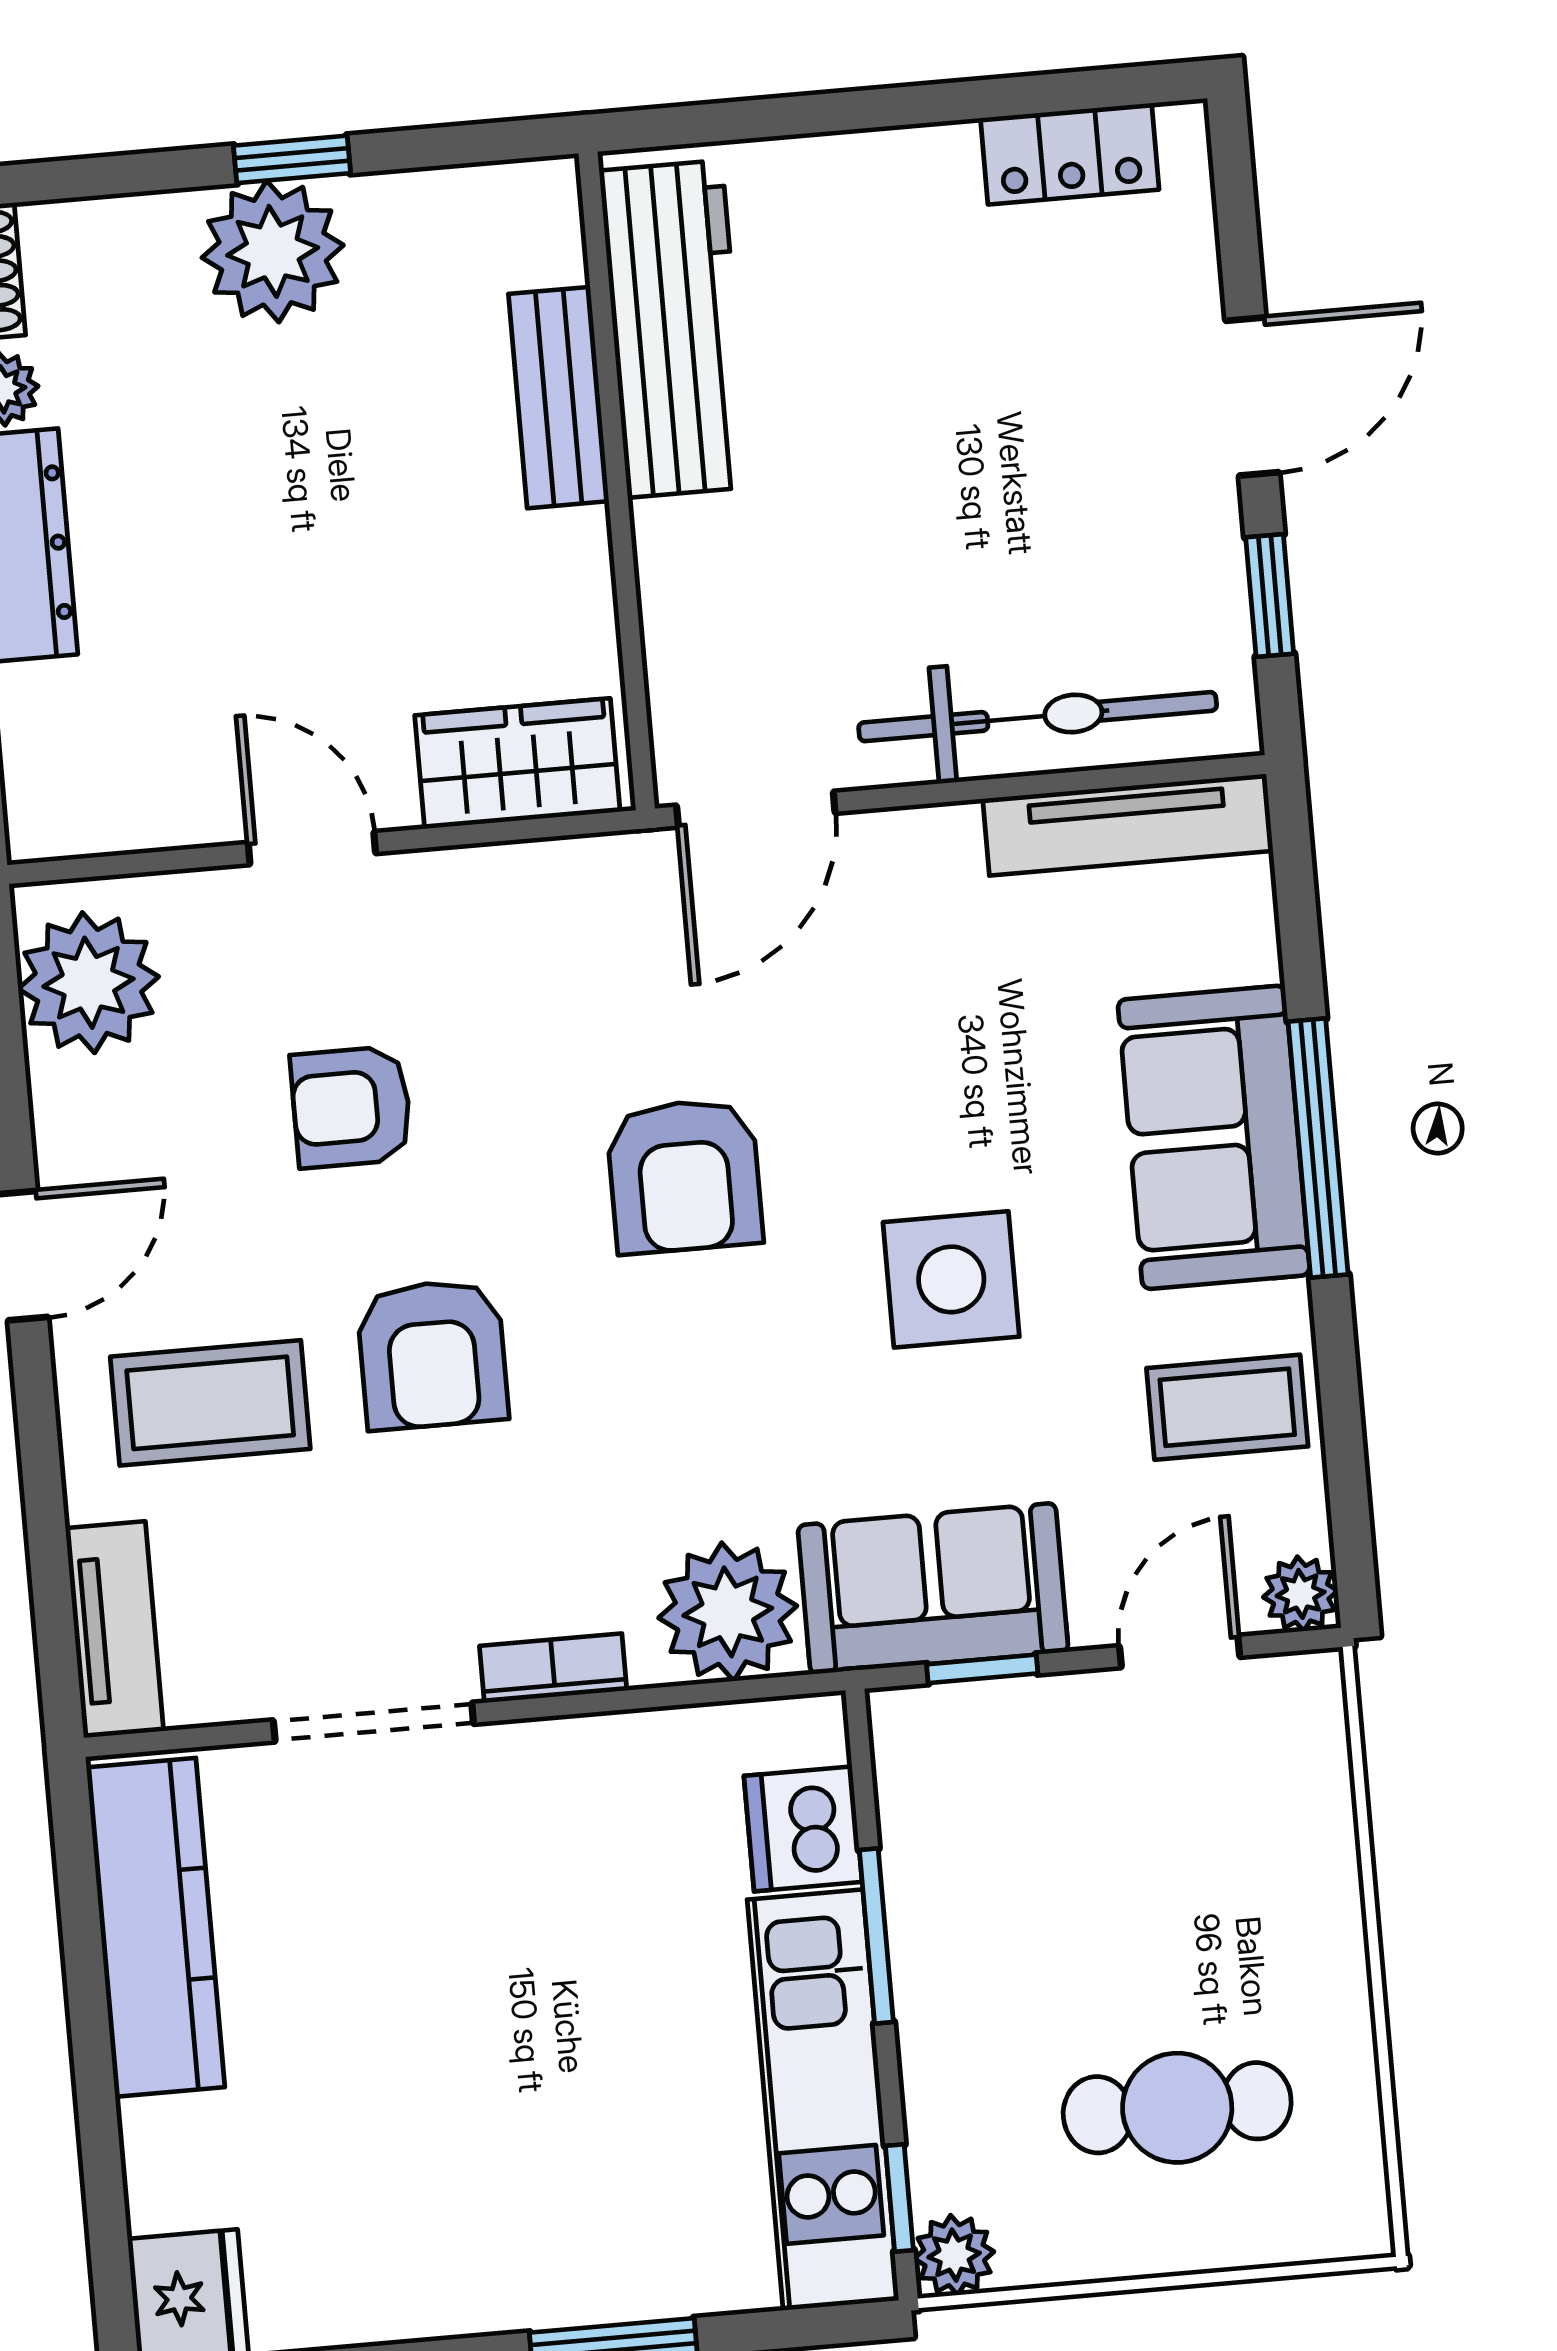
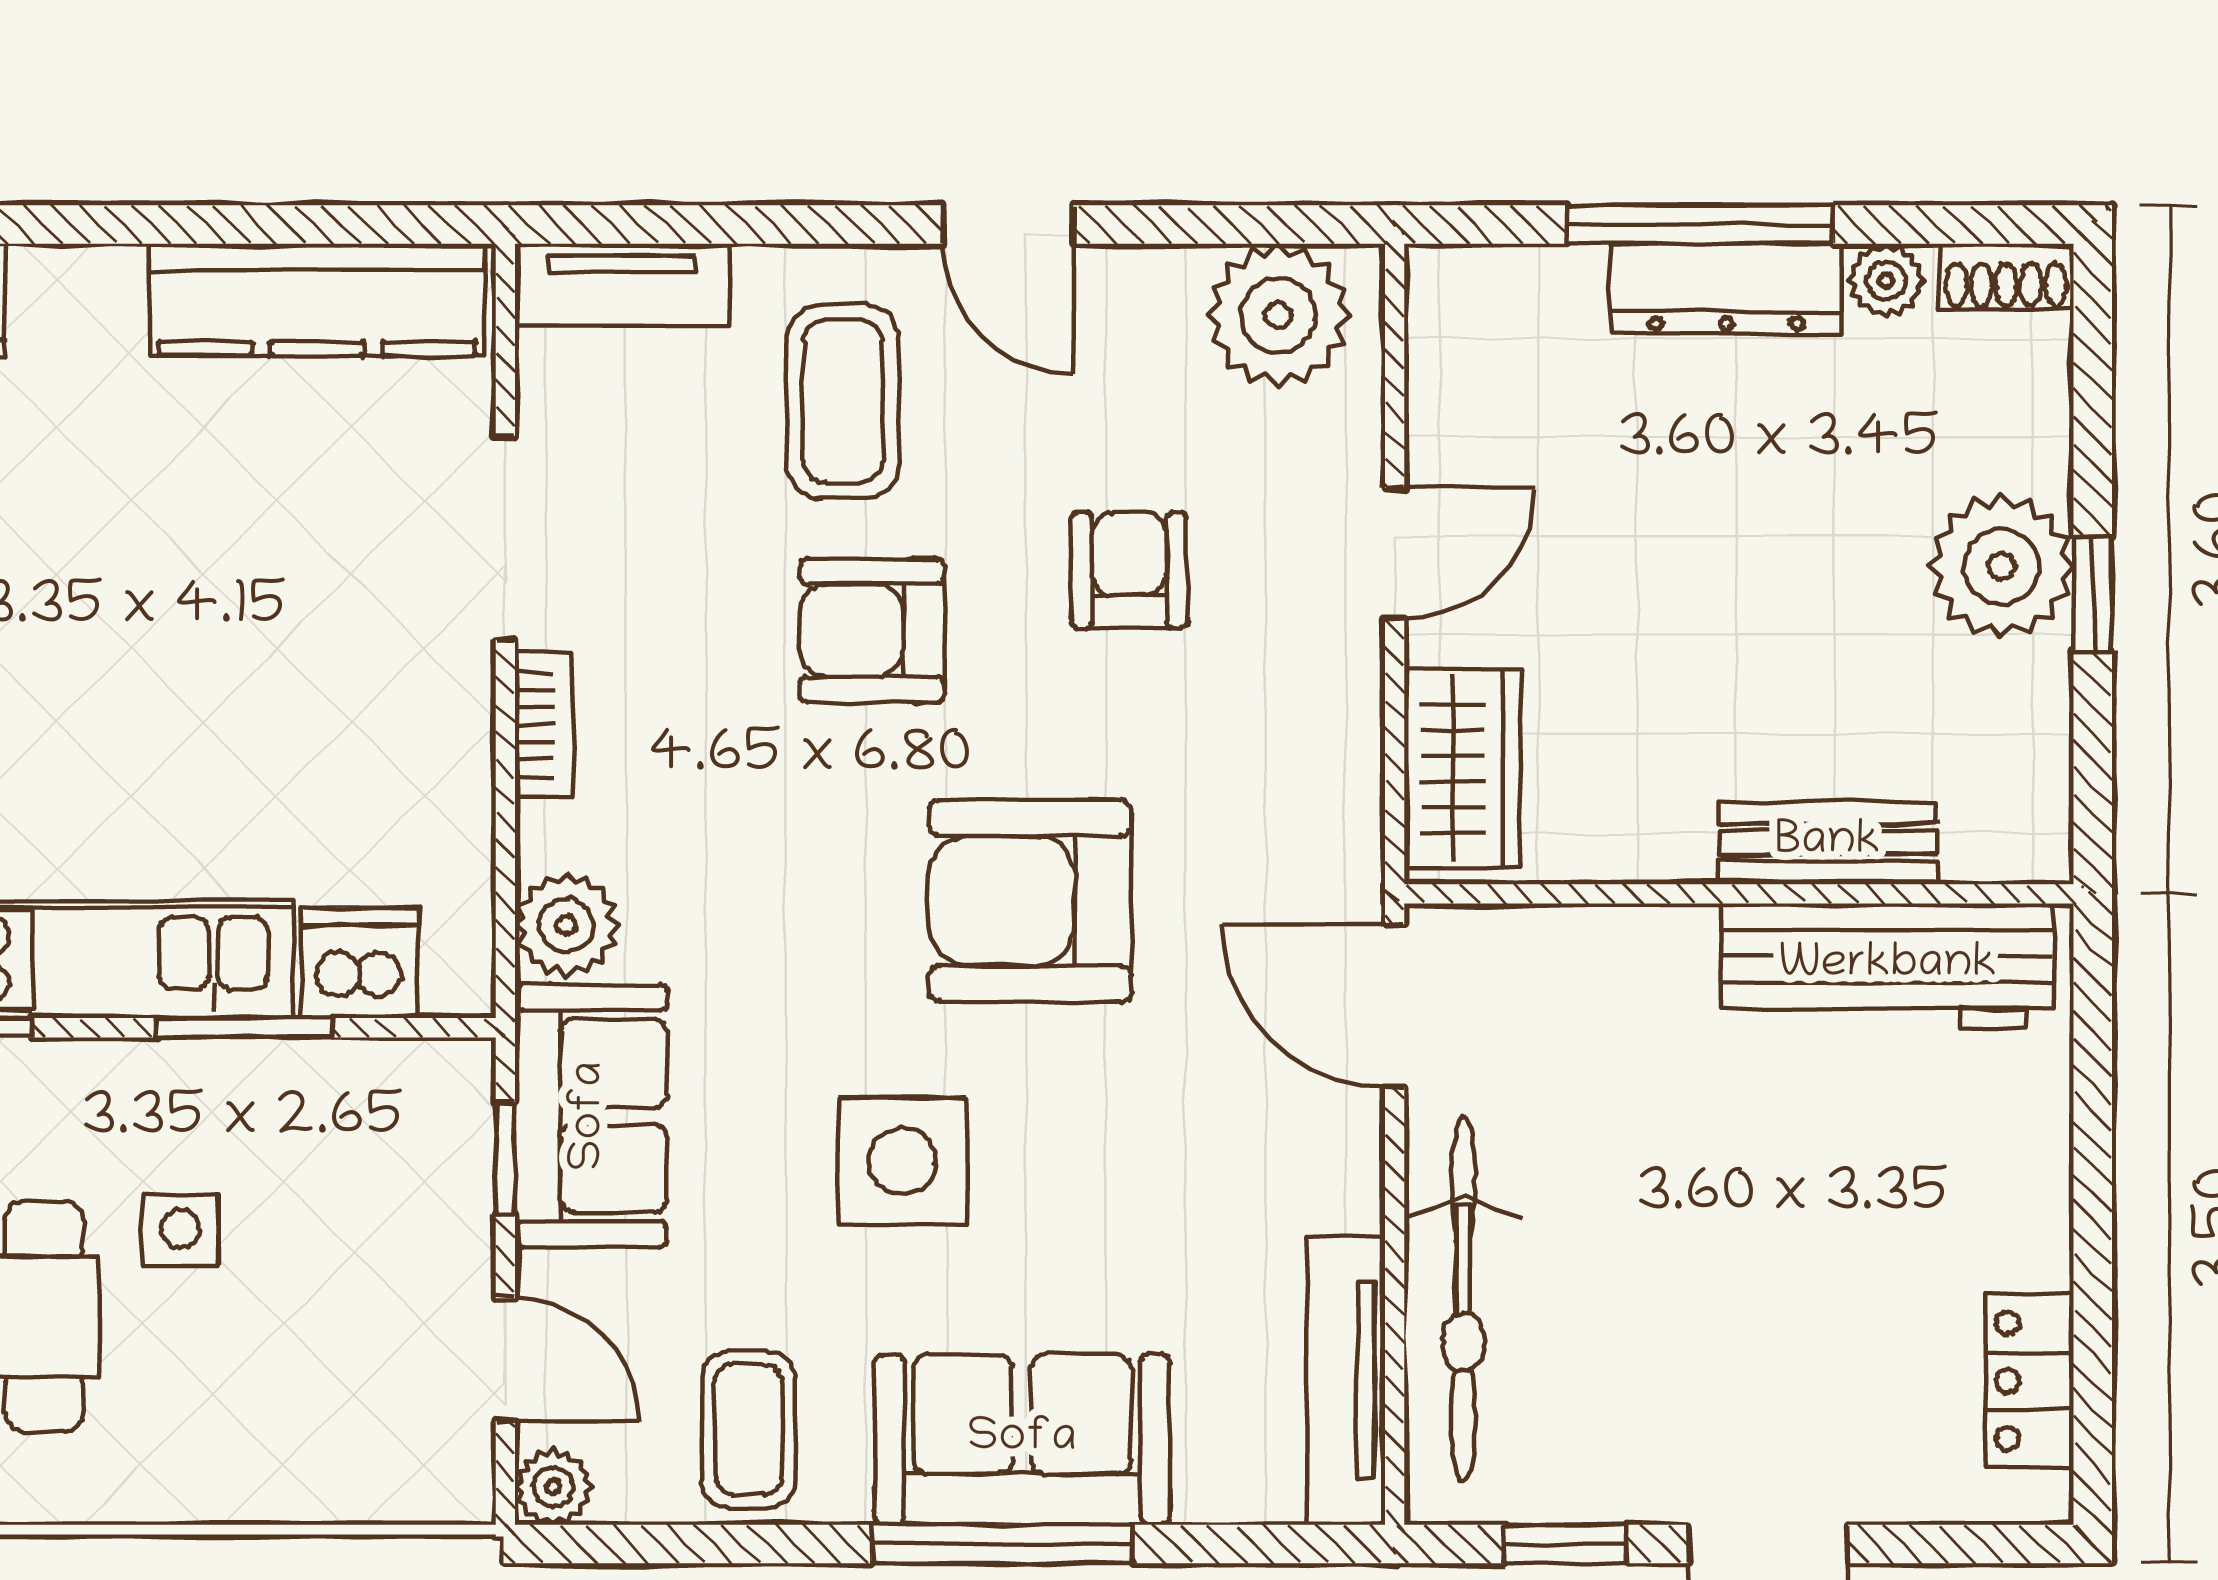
armchair: (685, 1176) -> (1030, 901), width x1.36, depth x1.36
plant: (728, 1612) -> (567, 925), width x0.73, depth x0.73
side table: (1080, 1982) -> (180, 1229), added

